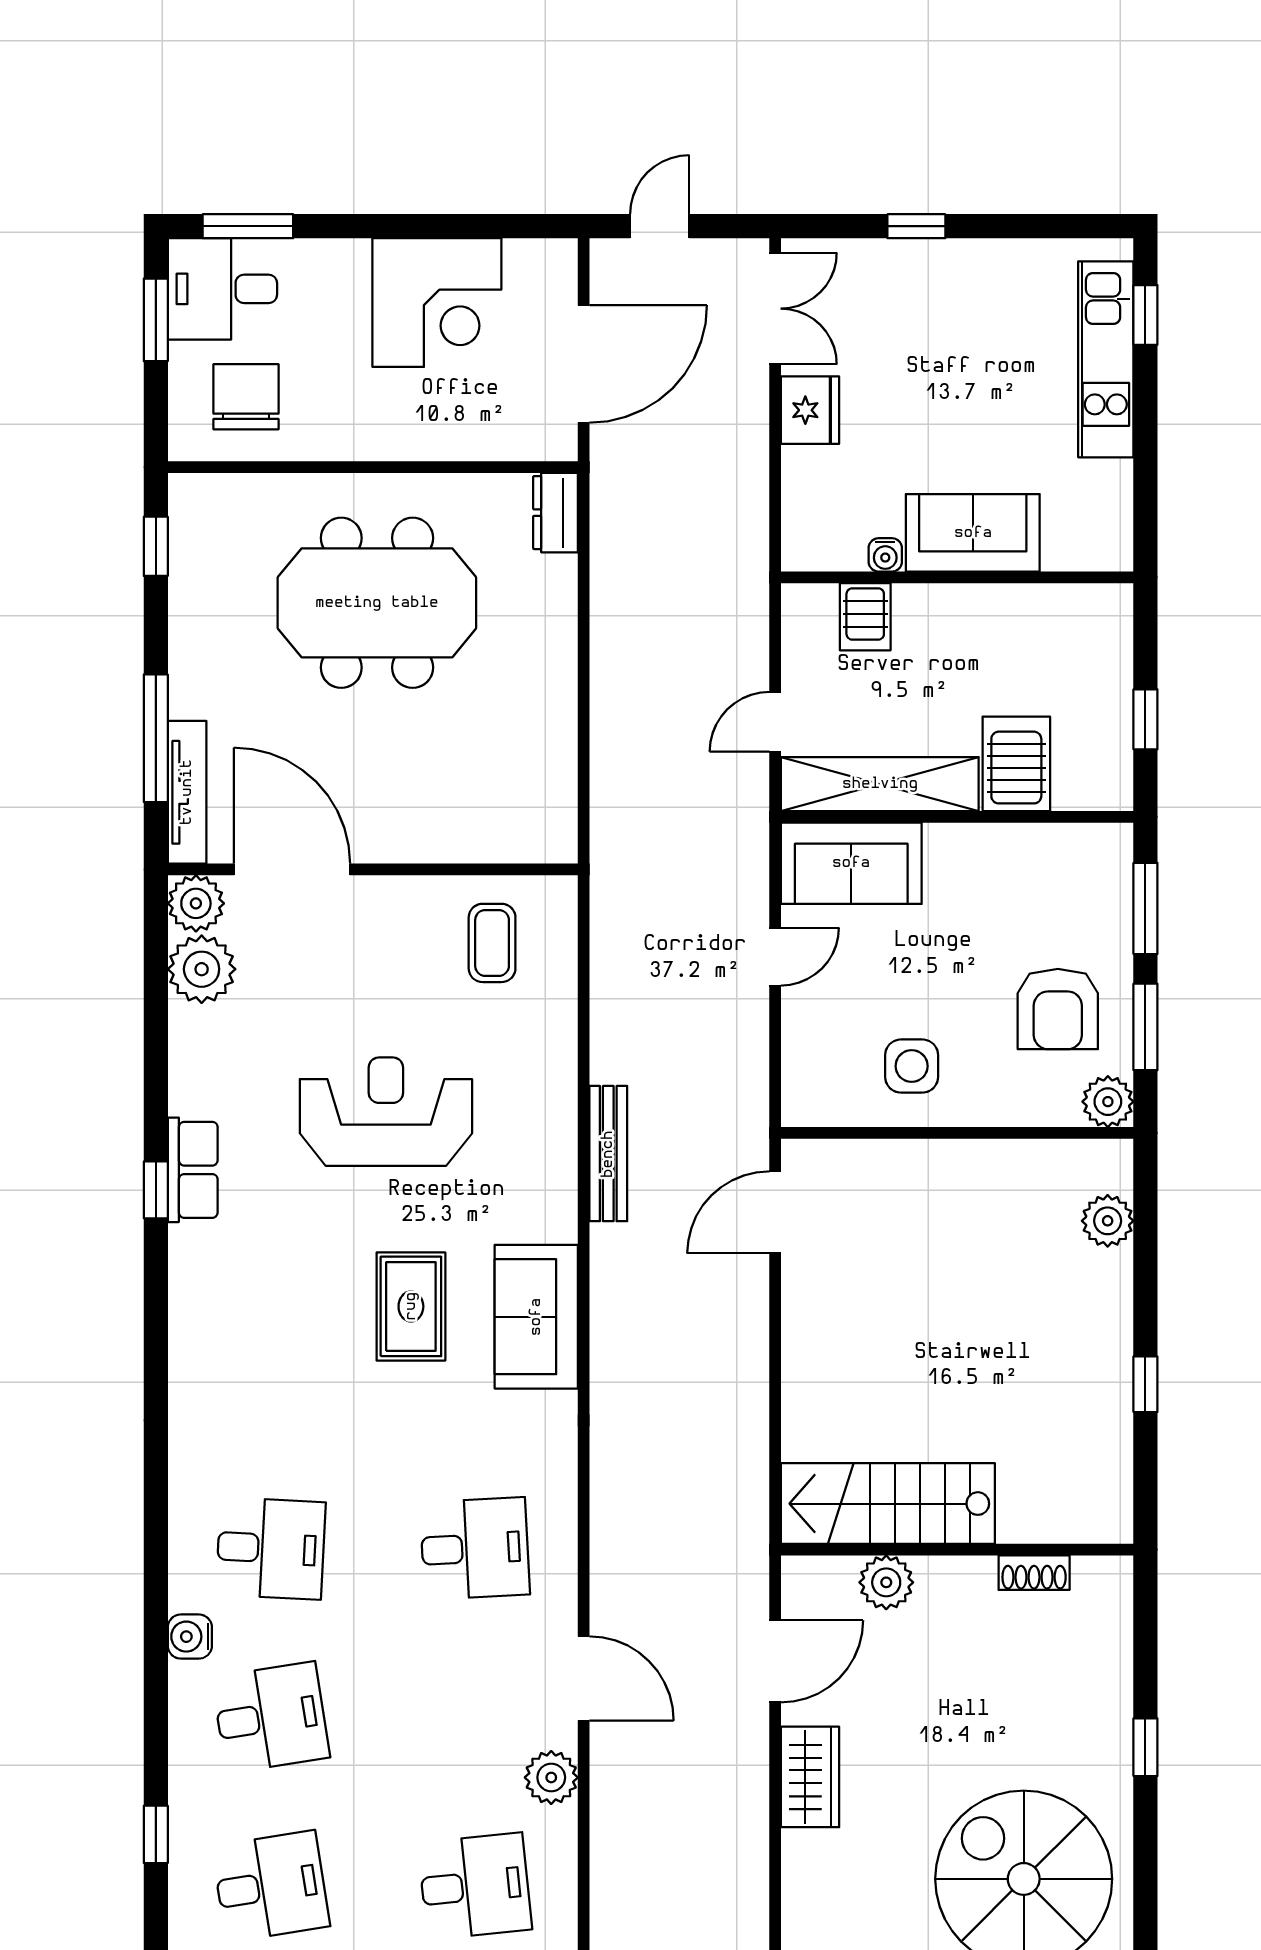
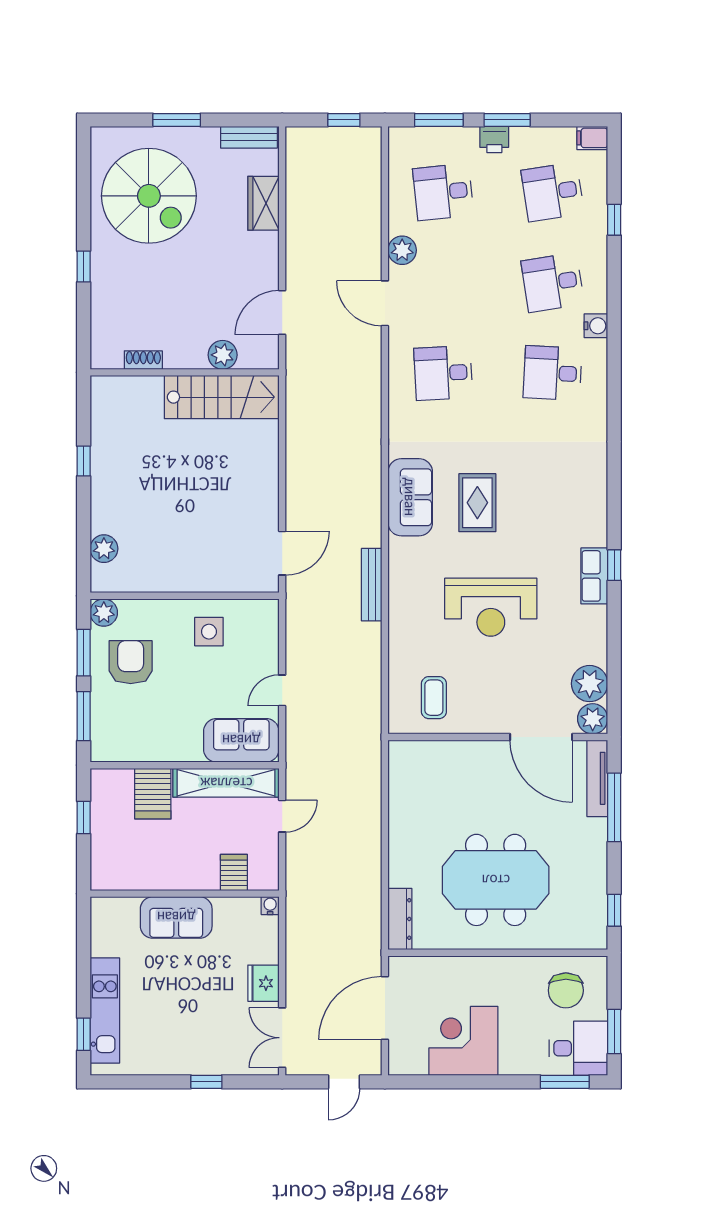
dresser: (555, 513) -> (400, 919), width x1.44
water cooler: (885, 555) -> (270, 906), moved
wardrobe: (810, 1777) -> (263, 203), moved

